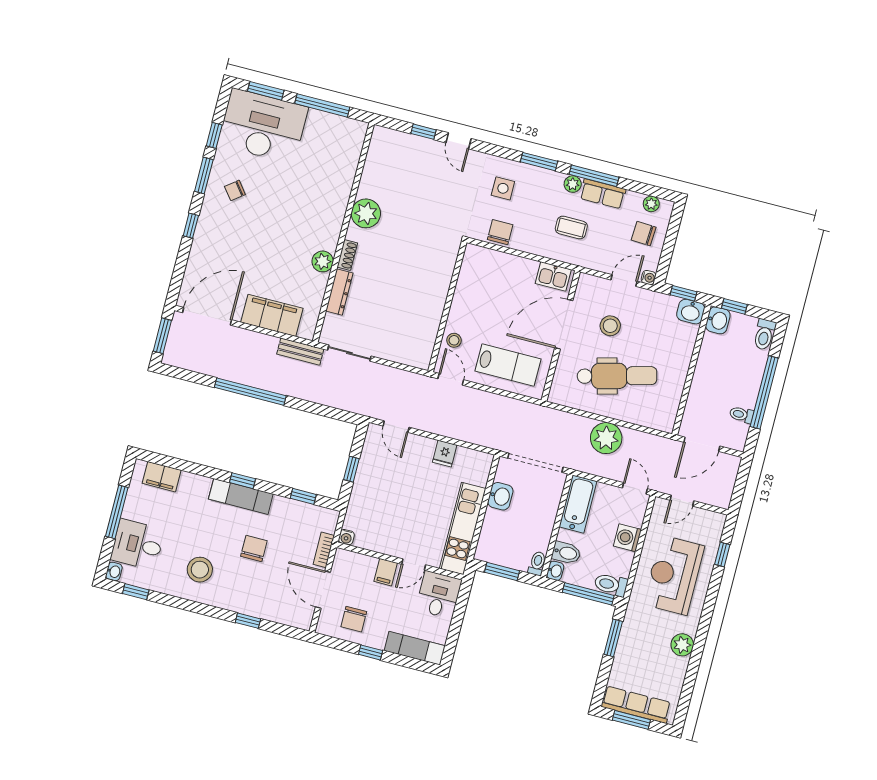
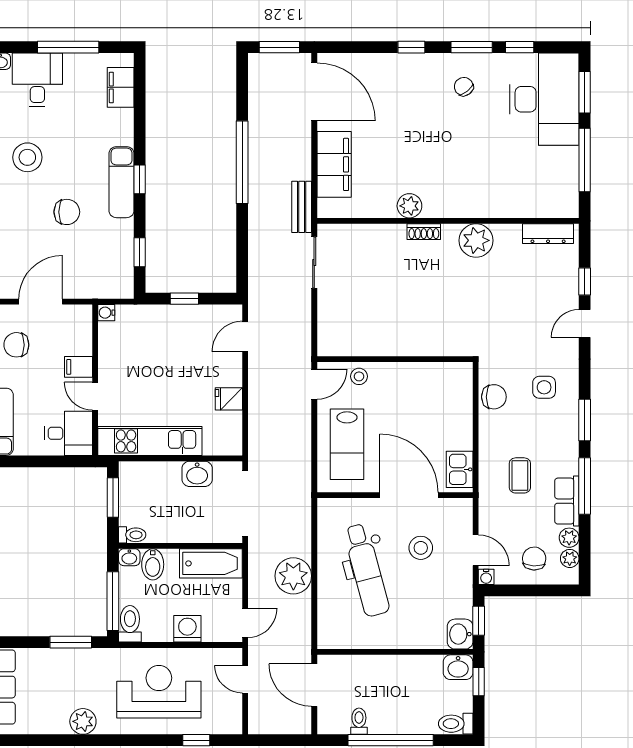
plant: (573, 184) -> (569, 538), moved
dresser: (339, 292) -> (548, 234), moved
bookcase: (324, 550) -> (86, 291), removed

